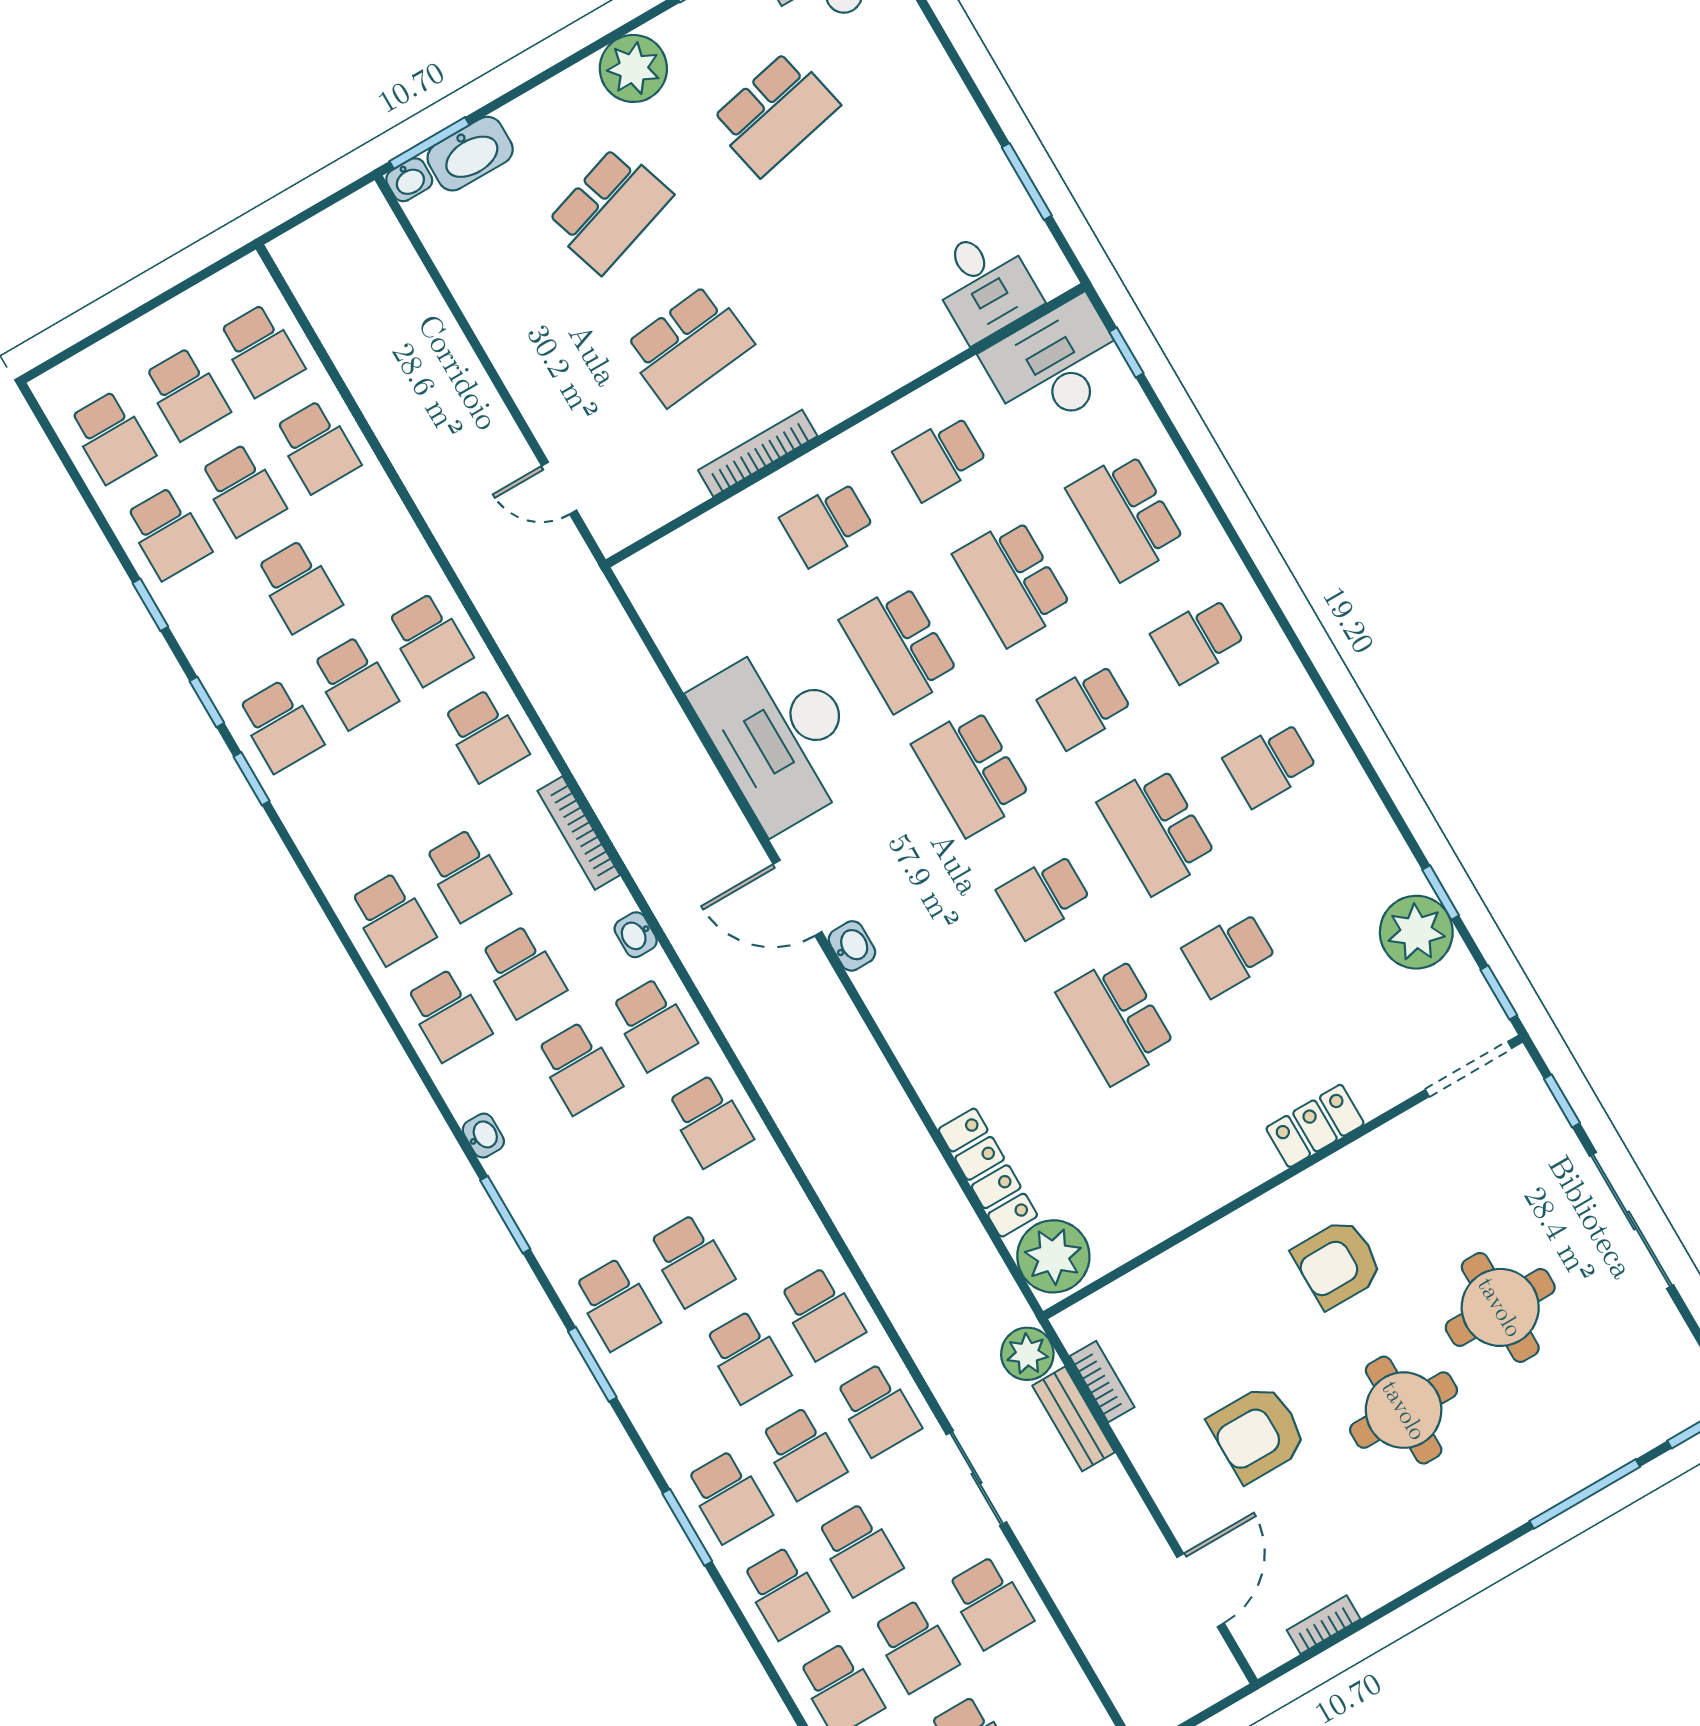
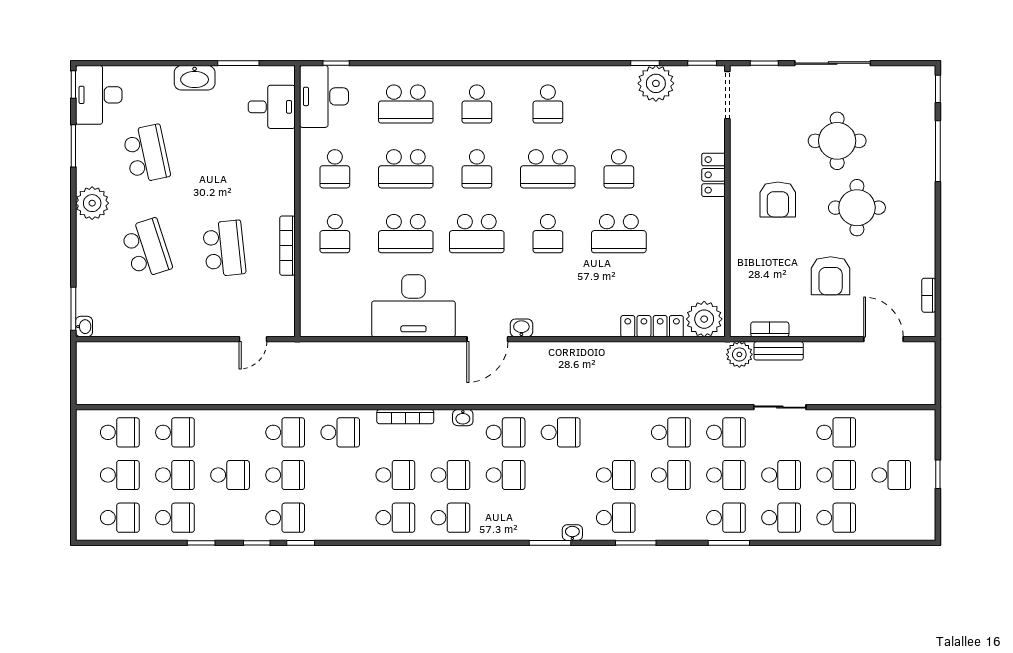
washbasin: (470, 154) -> (195, 78), moved, turned 90
washbasin: (483, 1136) -> (572, 533), moved

